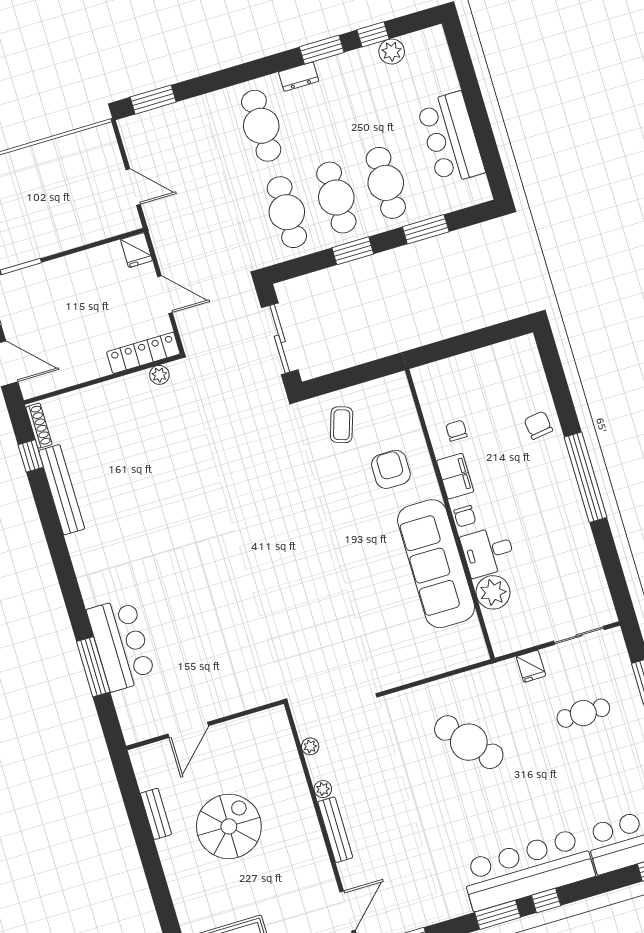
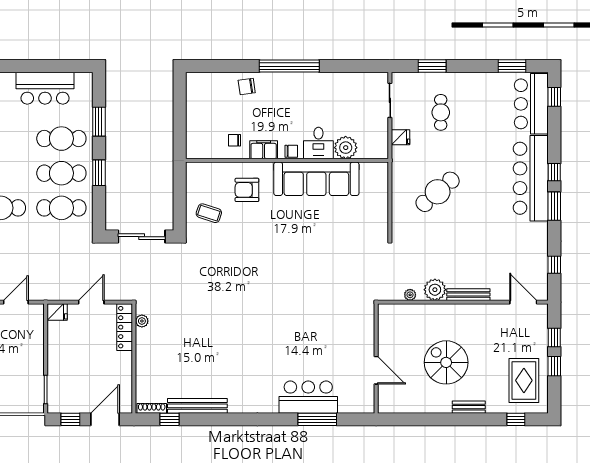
plant: (323, 789) -> (435, 290), width x1.88, depth x1.88
bench: (156, 814) -> (469, 407), moved

